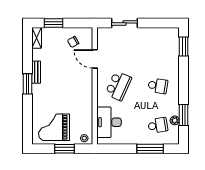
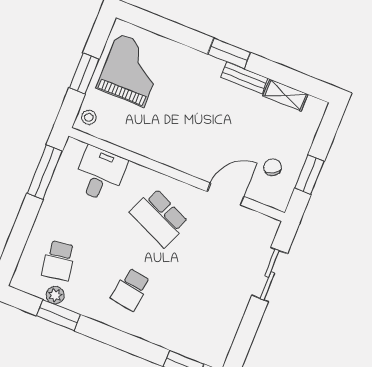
window: (54, 23) -> (309, 175), moved
shelving: (37, 38) -> (285, 95), moved
desk: (109, 122) -> (100, 174), width x0.73
window: (150, 149) -> (45, 172), moved

